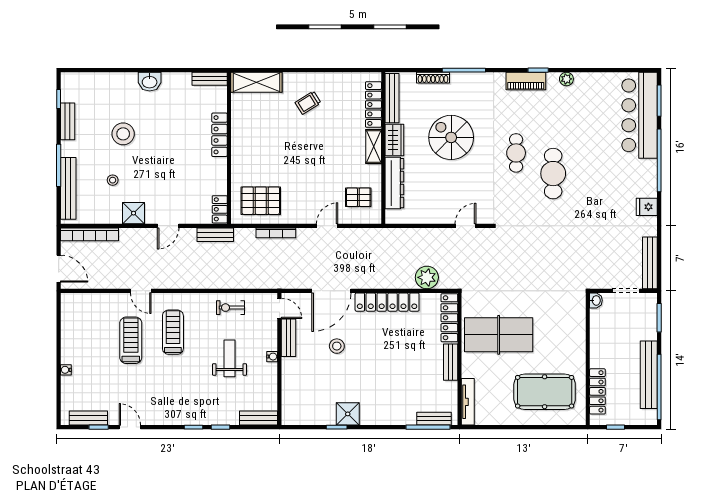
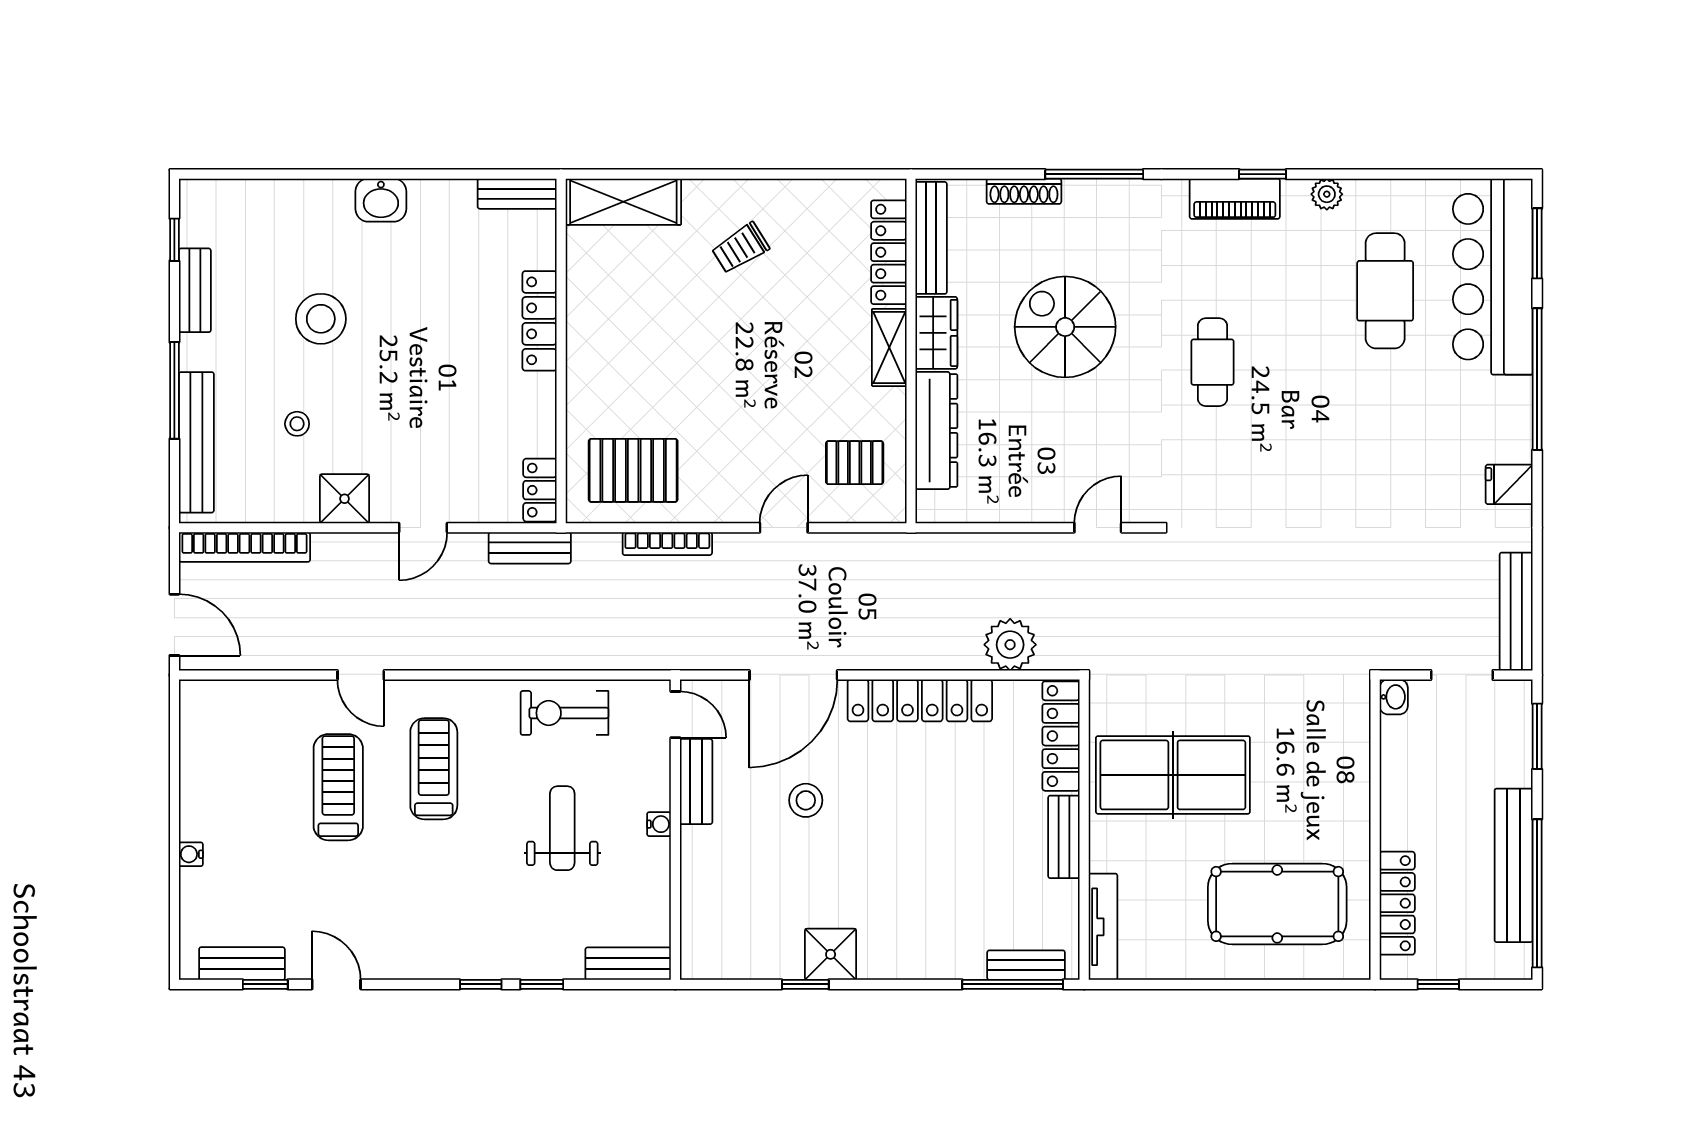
cafe table: (553, 174) -> (1385, 291), moved
exercise bike: (230, 308) -> (565, 713), width x1.38, depth x1.39

